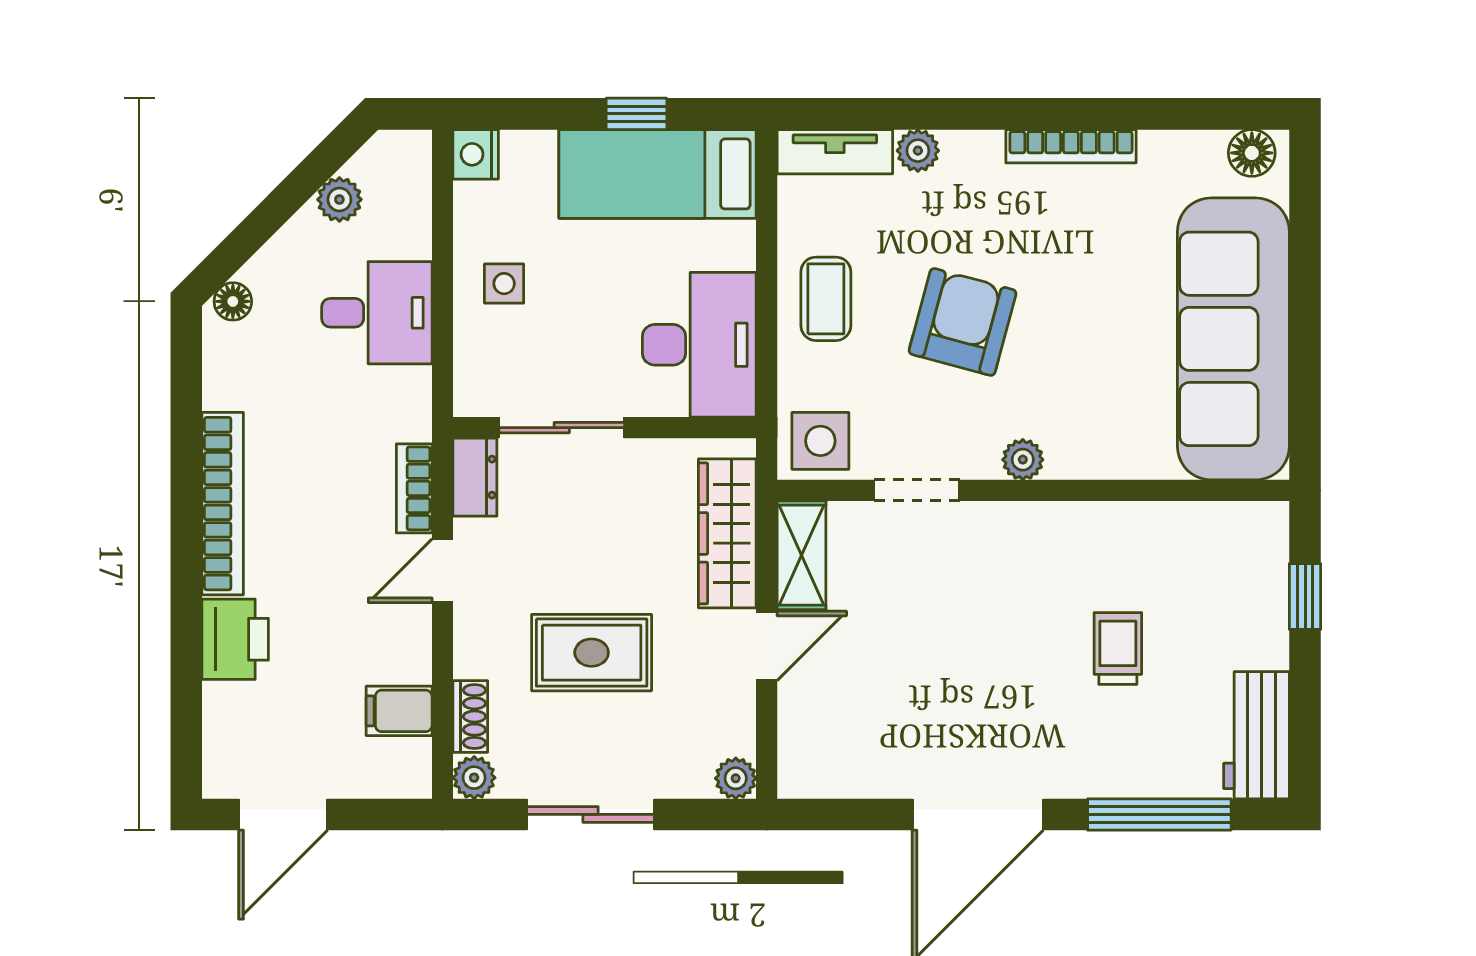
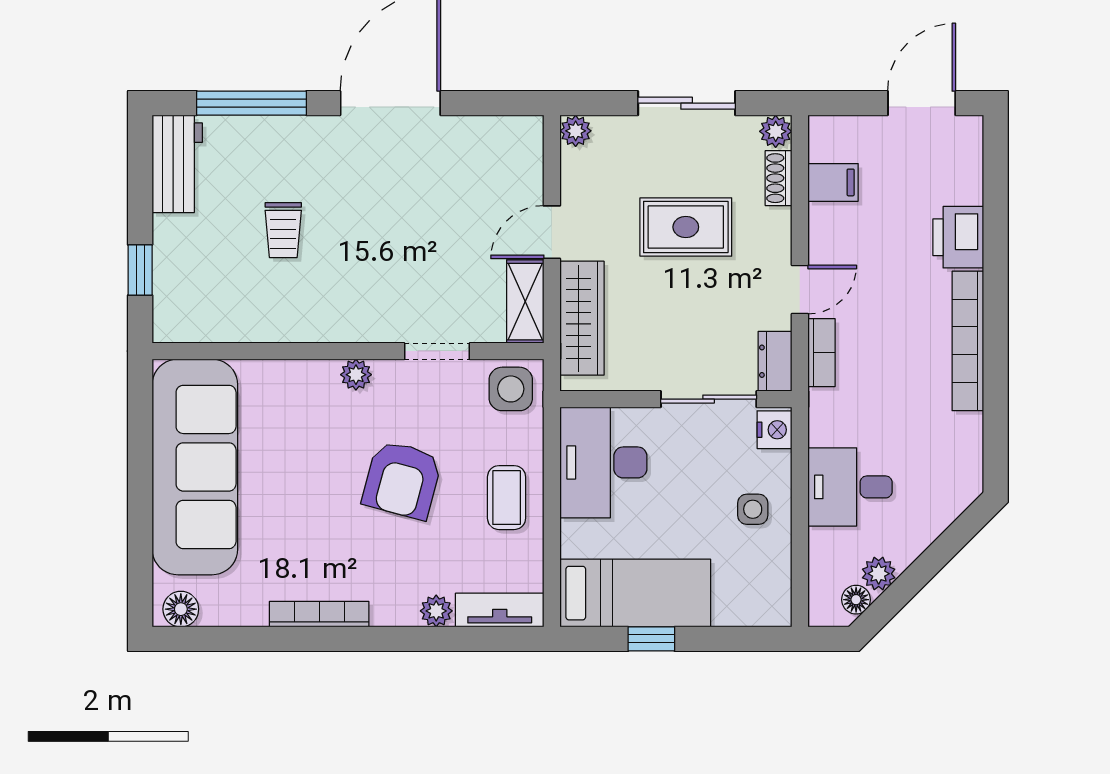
nightstand: (476, 154) -> (774, 430), moved
floor lamp: (233, 301) -> (856, 600), moved

